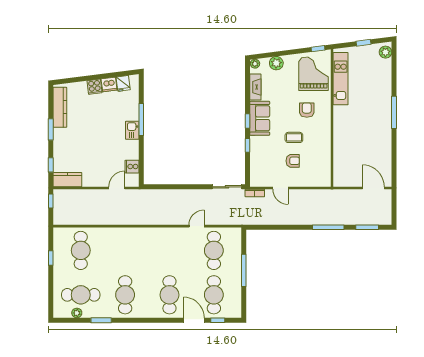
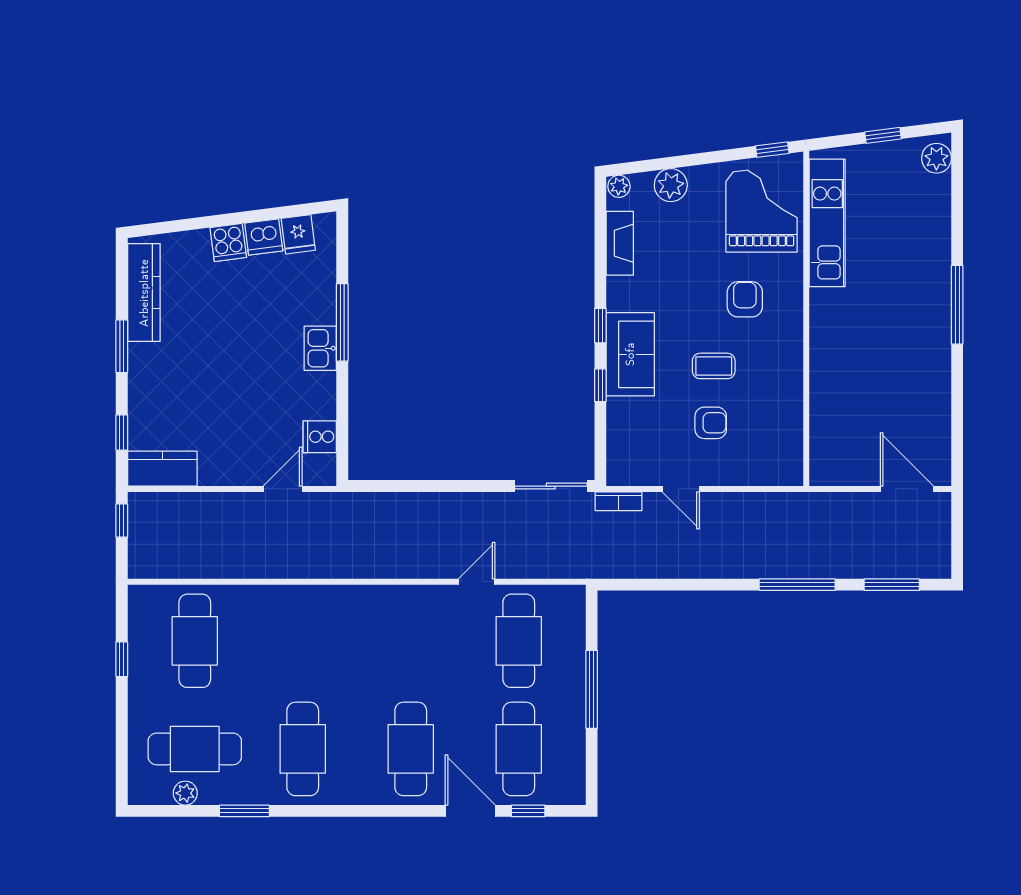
sofa: (260, 118) -> (630, 354), moved

